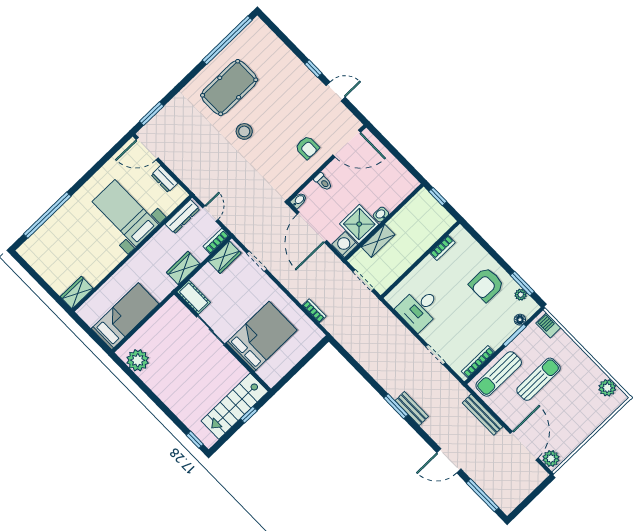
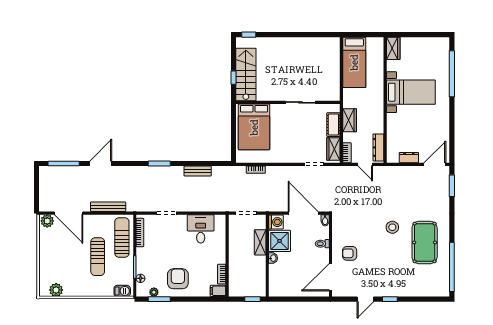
bed with nightstands: (125, 213) -> (411, 92), moved
filing cabinet: (461, 236) -> (218, 291), added
cot: (194, 297) -> (333, 125), moved, turned 90
bed: (262, 336) -> (254, 127), moved
plant: (138, 360) -> (323, 46), removed
bench: (412, 409) -> (198, 171), moved

